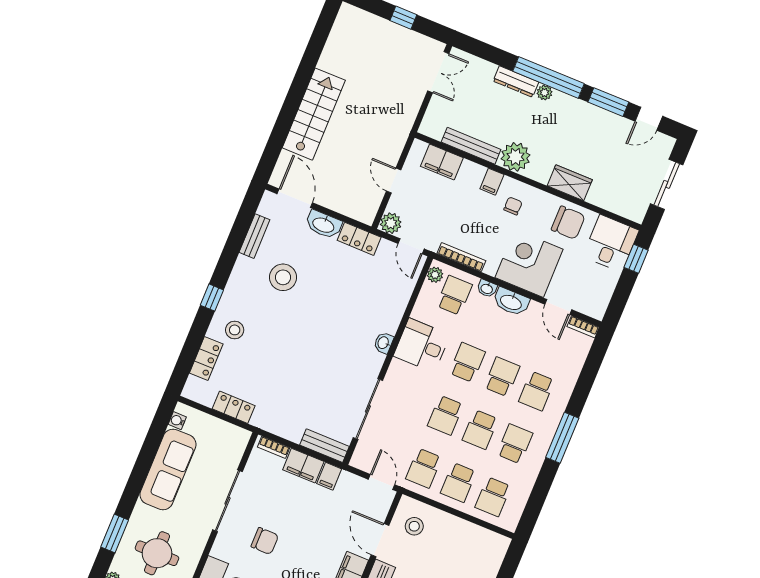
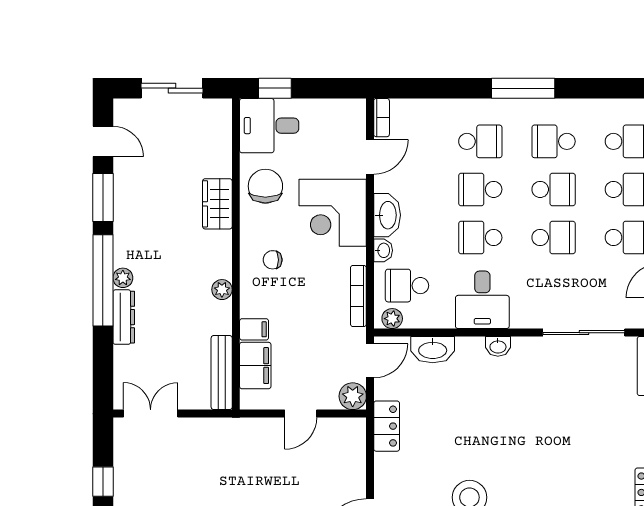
bench: (471, 146) -> (222, 373), moved
plant: (515, 157) -> (222, 290), width x0.53, depth x0.53
filing cabinet: (492, 182) -> (254, 329), moved
washbasin: (324, 225) -> (433, 350), moved, turned 90

